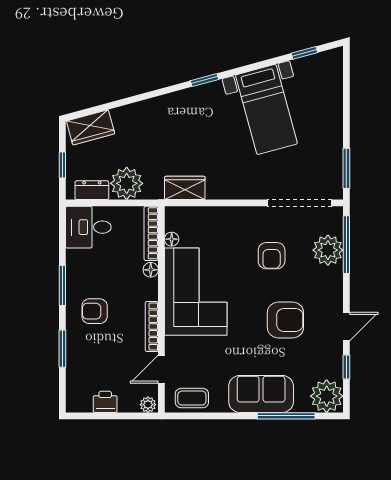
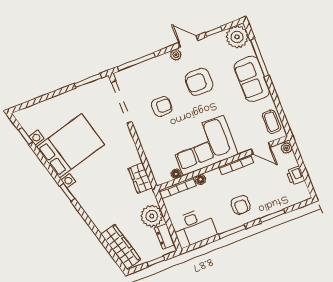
bed with nightstands: (266, 109) -> (70, 146), width x1.36
wardrobe: (91, 127) -> (121, 247), width x1.50
desk: (88, 227) -> (194, 228), width x1.37
plant: (328, 250) -> (176, 55), moved, width x0.53, depth x0.53
armchair: (285, 320) -> (199, 82), turned -90

